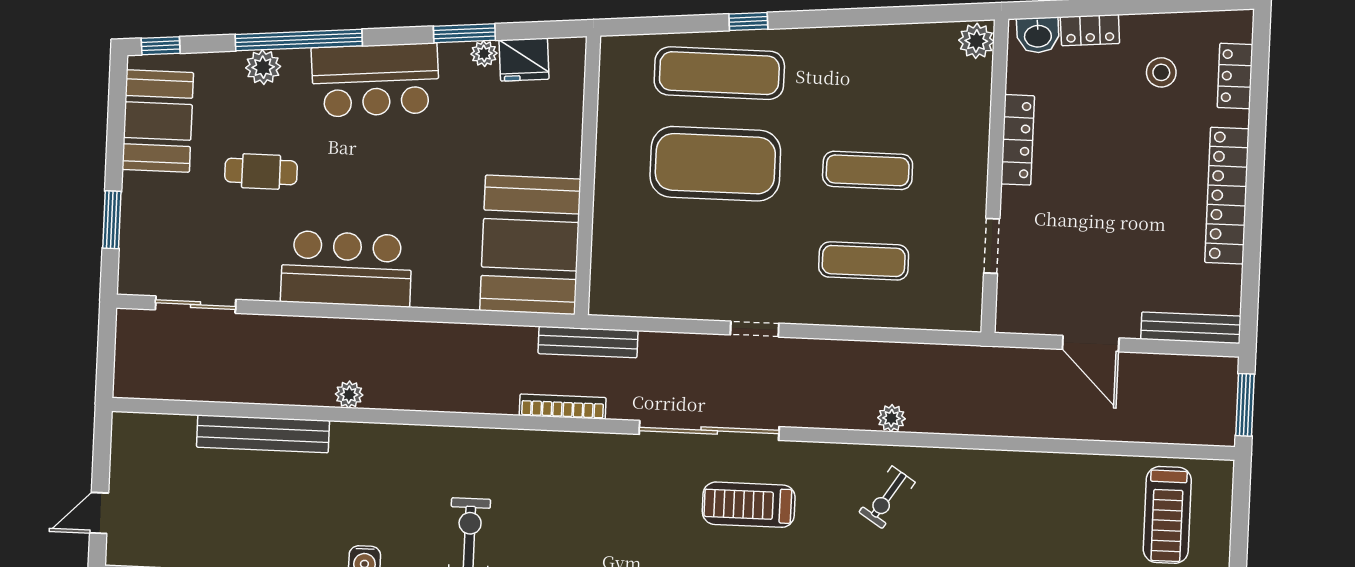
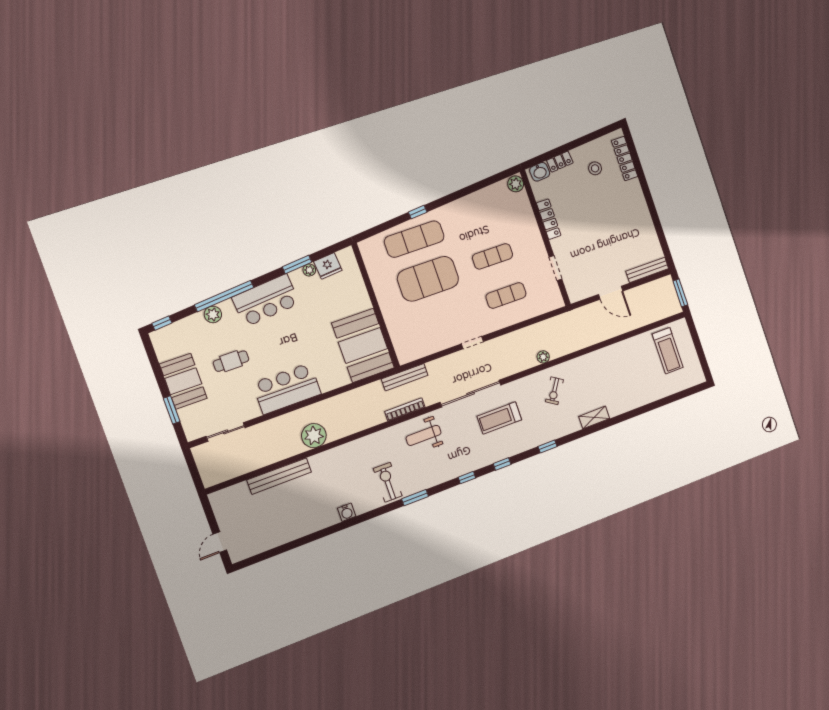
locker: (1235, 76) -> (625, 159), width x1.53
booth: (158, 121) -> (183, 381), moved
locker: (1227, 196) -> (640, 210), removed
plant: (349, 395) -> (314, 436), width x1.88, depth x1.88
weight bench: (579, 474) -> (424, 435), added

